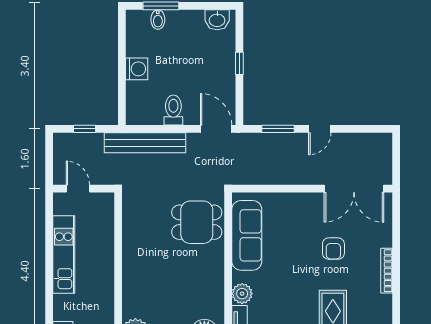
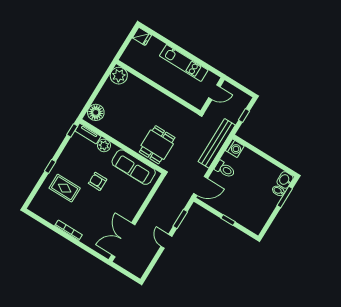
washbasin: (217, 20) -> (285, 180), moved
washing machine: (137, 69) -> (235, 148), moved, turned -90
armchair: (333, 249) -> (98, 181), moved

